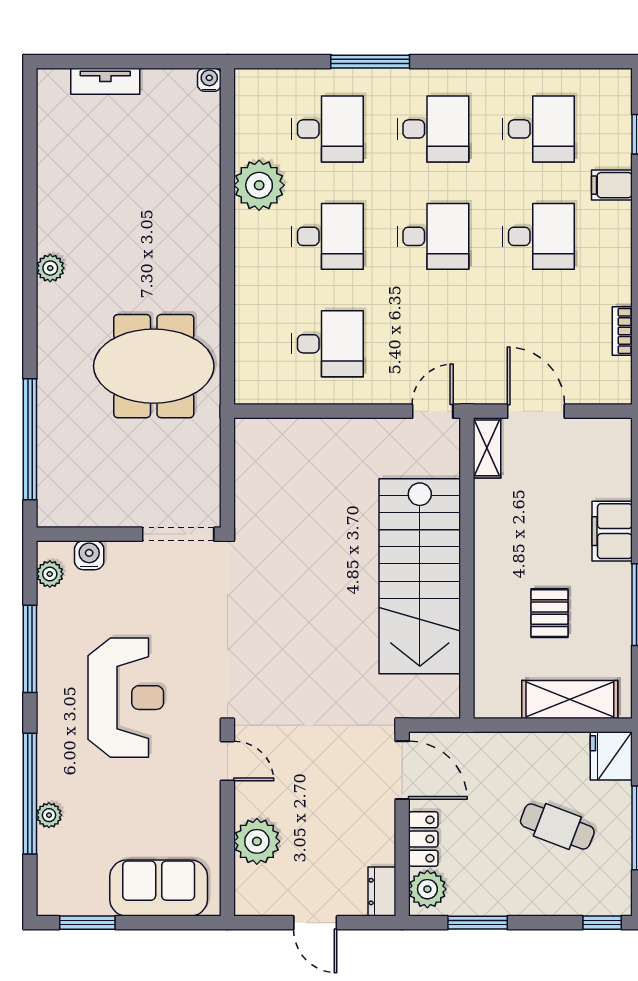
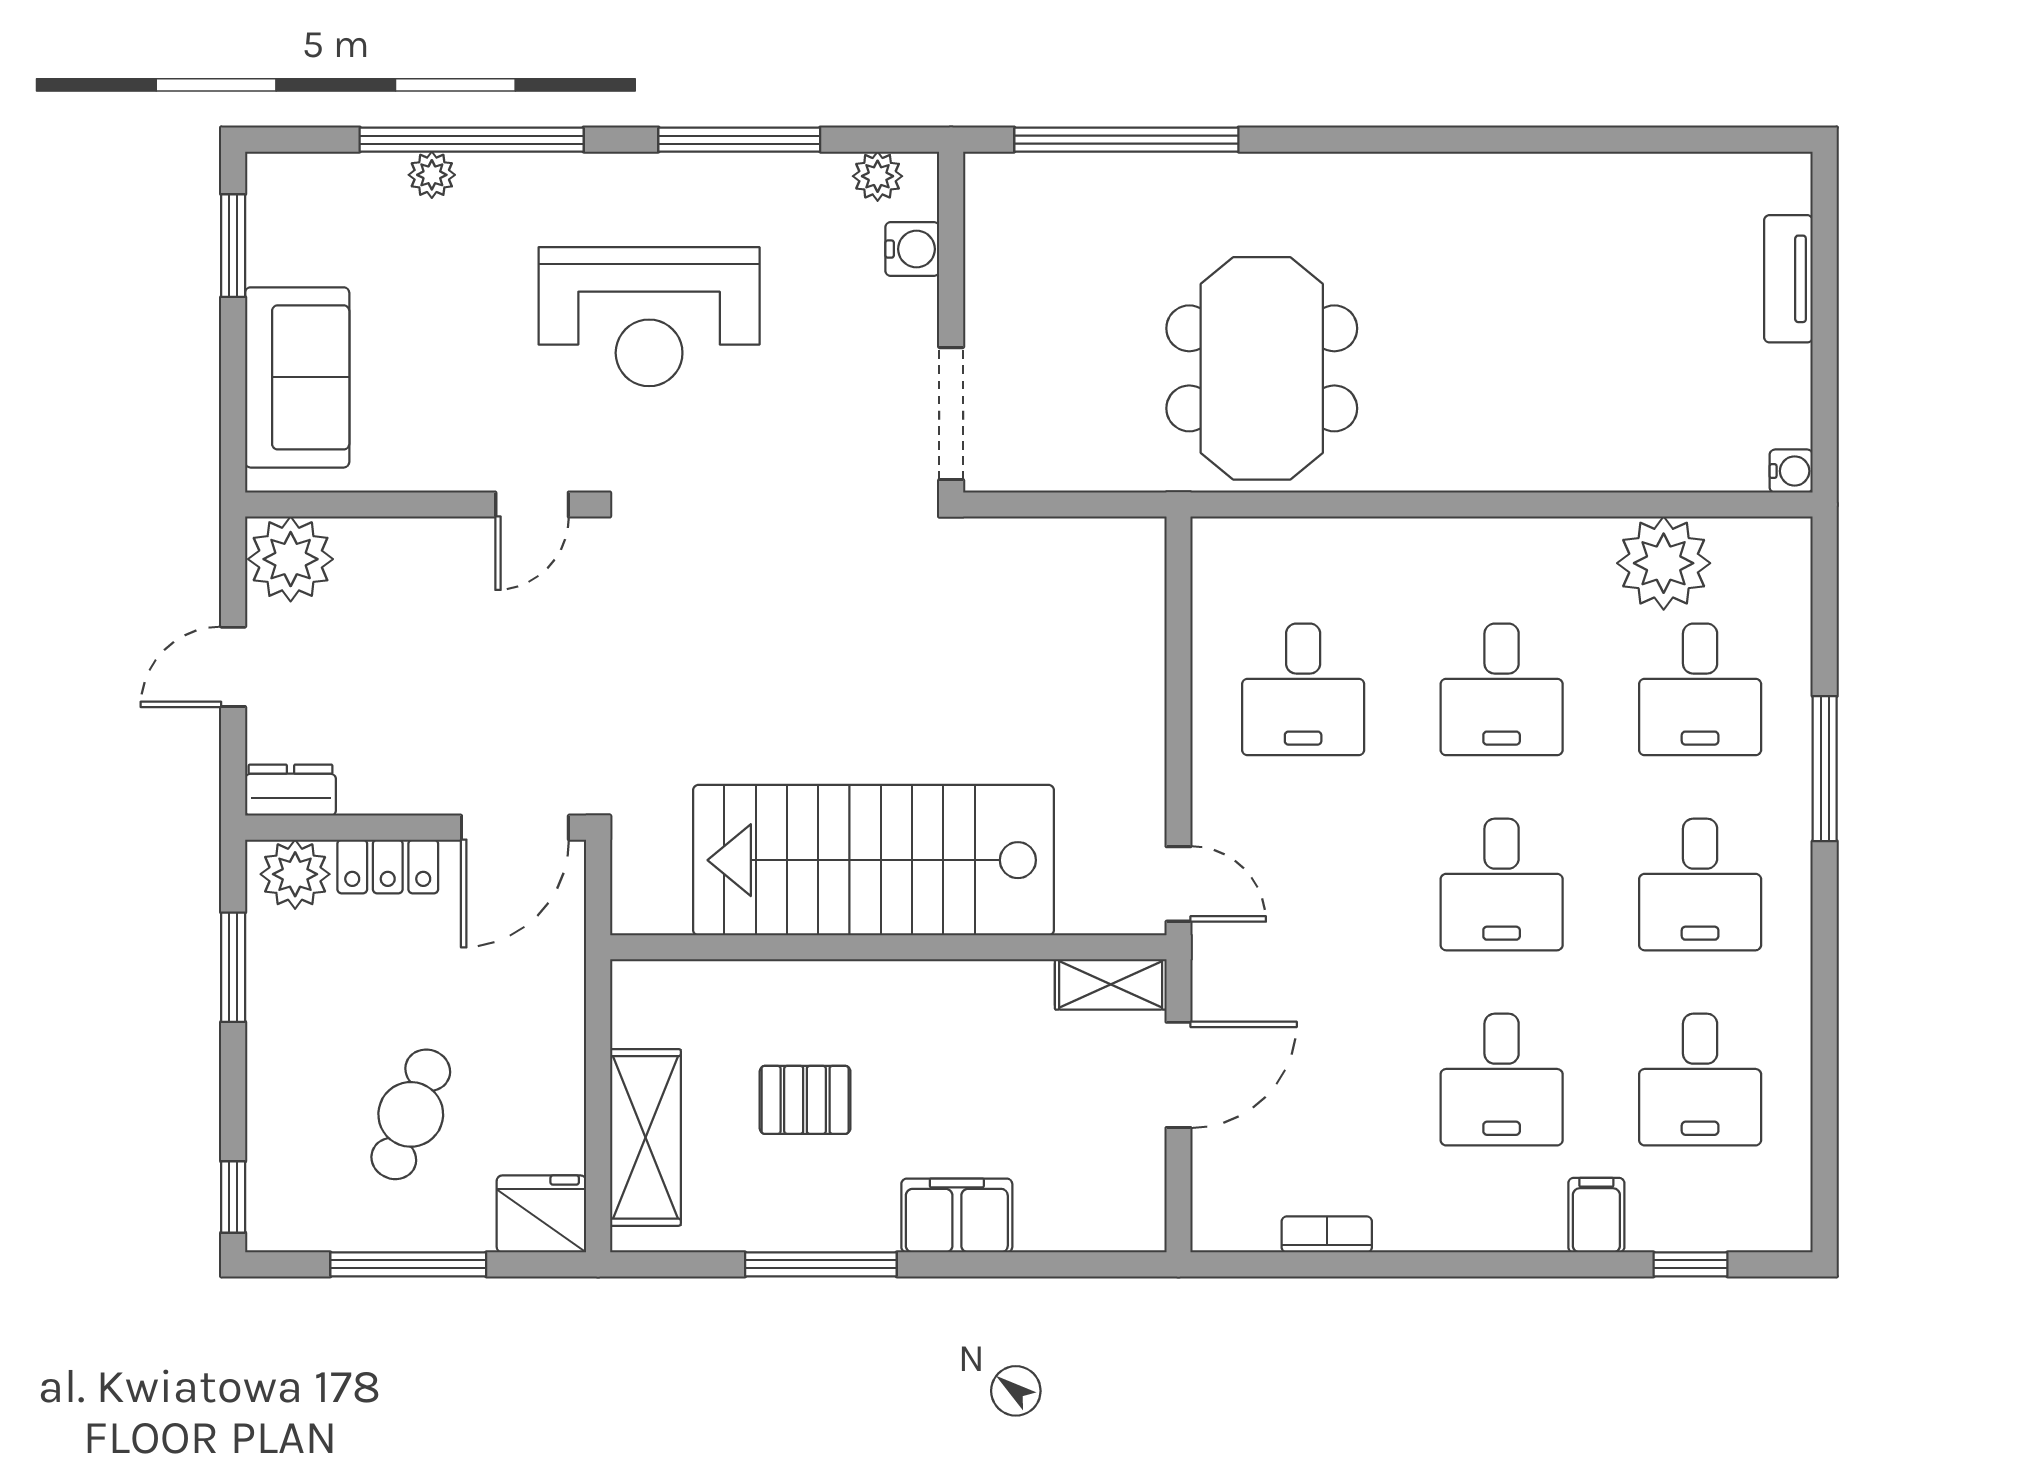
plant: (259, 185) -> (1664, 563), moved
plant: (50, 268) -> (1443, 177), removed
plant: (257, 841) -> (291, 559), moved

